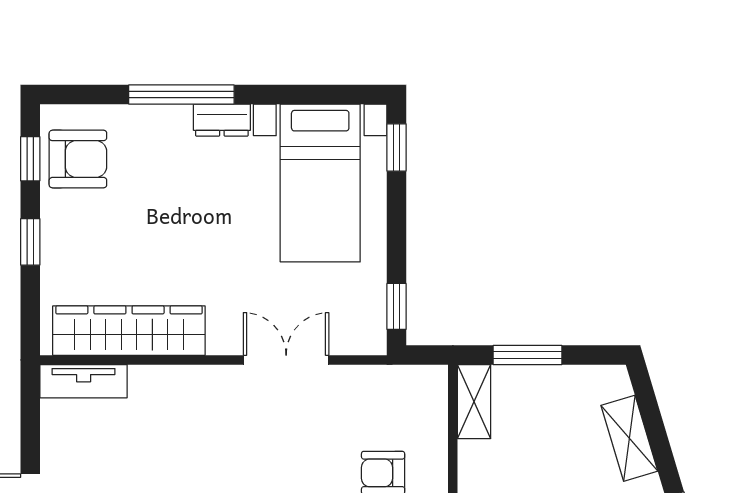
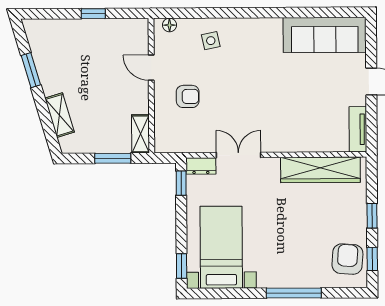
dresser: (222, 120) -> (201, 166), moved, turned 180
armchair: (78, 159) -> (347, 259), turned 94
double door: (286, 360) -> (238, 155), swing flipped
tv unit: (84, 381) -> (358, 129), moved, turned -90

